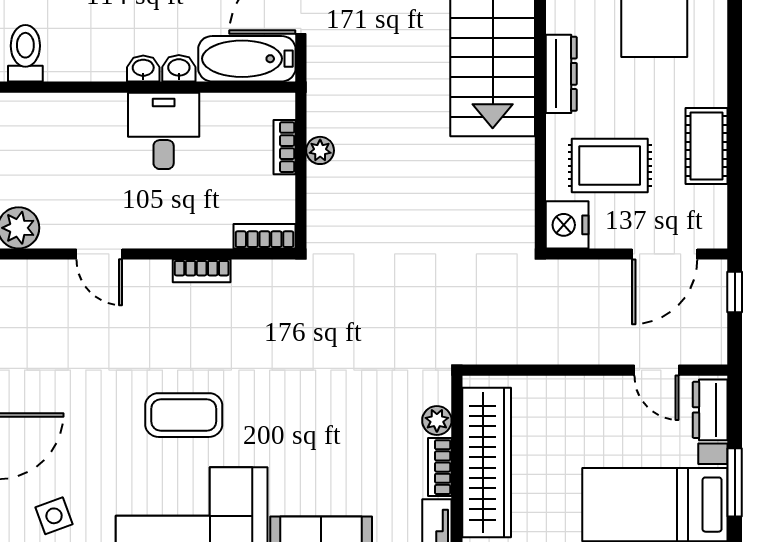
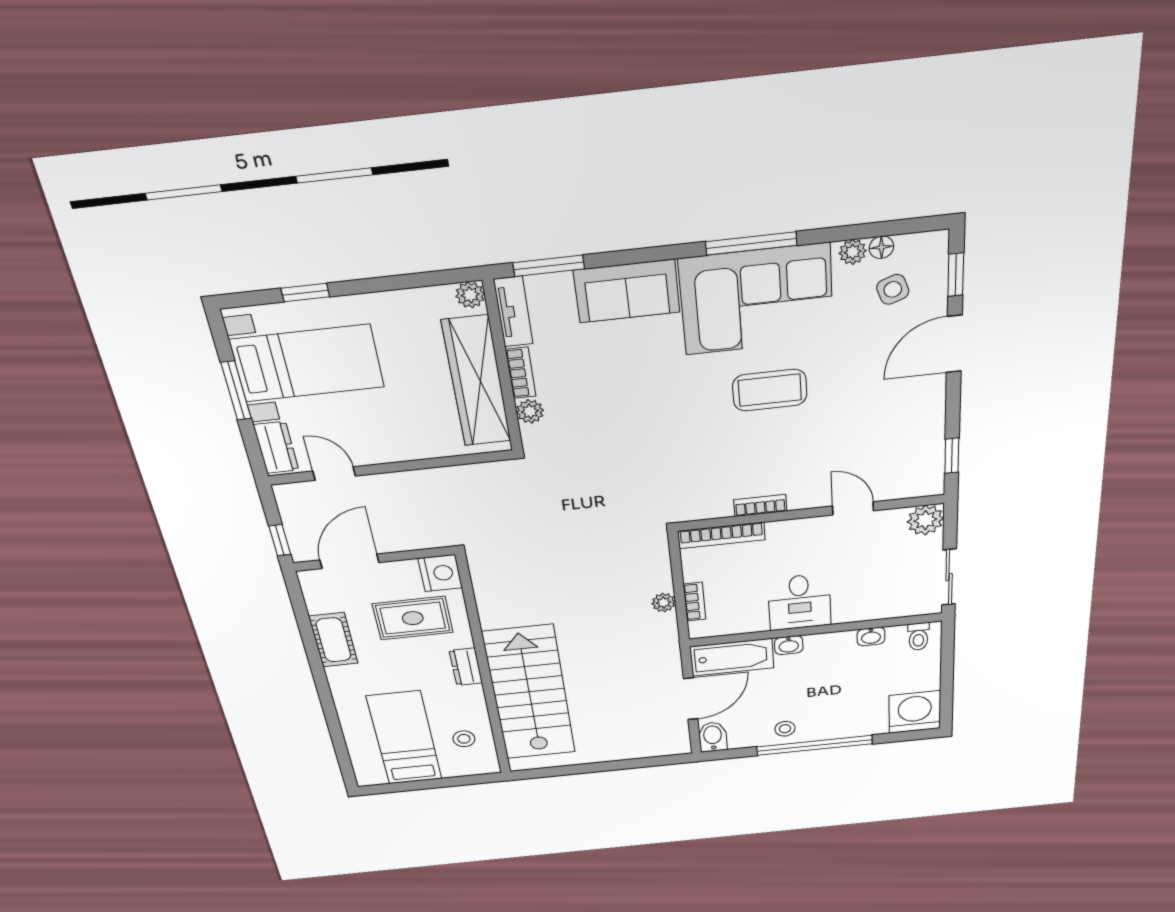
toilet: (25, 53) -> (918, 637), width x0.73, depth x0.72
washbasin: (143, 69) -> (871, 637), moved
dresser: (561, 74) -> (466, 667), width x0.70
bookcase: (265, 236) -> (721, 535), width x1.56

